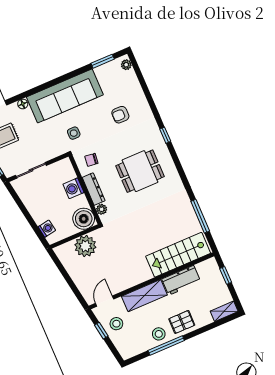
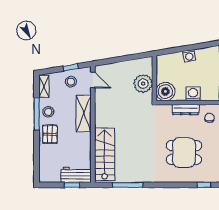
dining table: (140, 171) -> (184, 153), turned 90
plant: (102, 209) -> (167, 109), removed
washing machine: (47, 229) -> (189, 56), moved
workbench: (181, 280) -> (76, 175), moved, turned 90
shelving: (224, 311) -> (44, 86), moved

